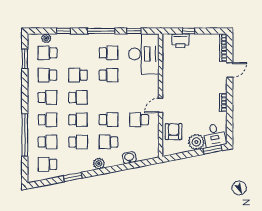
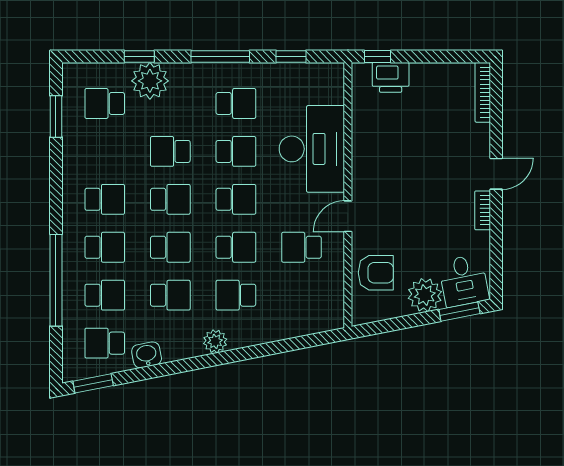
window: (189, 31) -> (377, 56), moved
plant: (46, 38) -> (150, 81), moved, width x1.88, depth x1.88
desk: (144, 54) -> (312, 149), moved
door: (230, 70) -> (496, 174), moved
school desk: (47, 75) -> (236, 199), moved, turned 180
armchair: (174, 132) -> (376, 273), turned 90
washbasin: (129, 158) -> (147, 355), moved
window: (73, 177) -> (93, 383), moved

